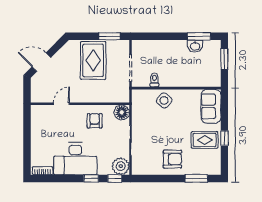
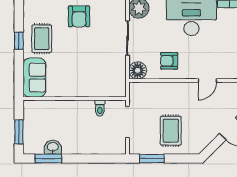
rug: (93, 60) -> (171, 131), width x0.73, depth x0.70
side table: (164, 100) -> (89, 84), removed
armchair: (95, 121) -> (169, 61), turned 90
rug: (205, 140) -> (42, 39), turned 90
armchair: (172, 159) -> (79, 16), turned -90

